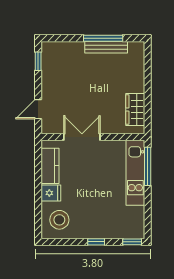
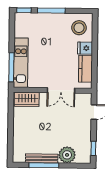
plant: (73, 52) -> (67, 155), added
wardrobe: (135, 109) -> (27, 99), moved, turned 90
window: (96, 242) -> (51, 11), width x2.17

